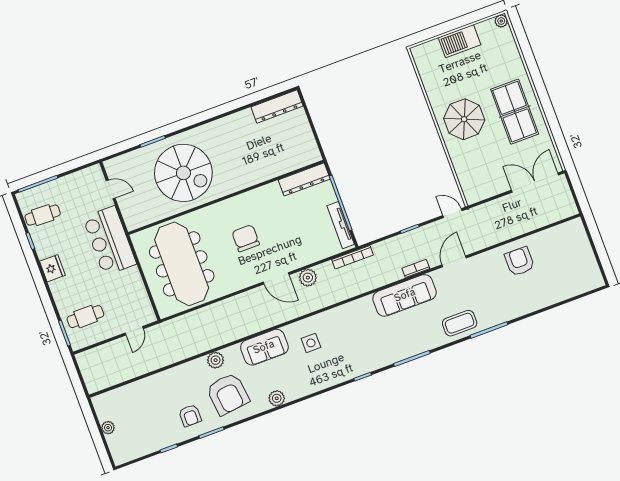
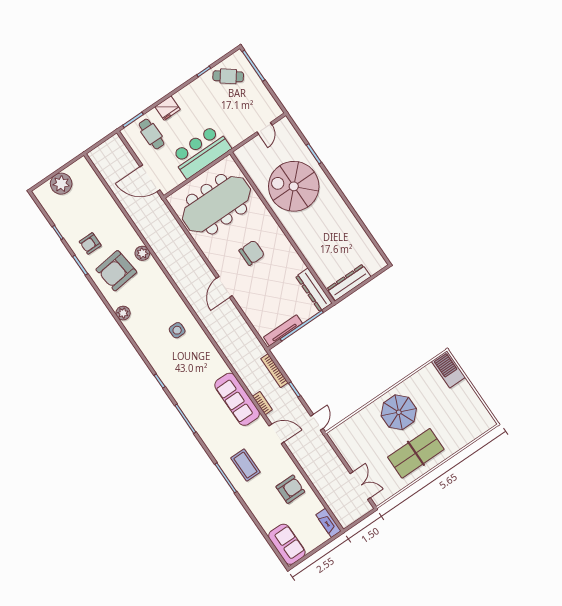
plant: (501, 21) -> (490, 423), removed
barbecue: (460, 41) -> (448, 369), moved
dresser: (277, 106) -> (349, 282), moved, turned 90
spiral stairs: (183, 173) -> (294, 186), turned 90
double door: (535, 183) -> (360, 486), width x0.73
cafe table: (43, 215) -> (228, 76), turned -55
fireplace: (568, 228) -> (328, 523), added
bar counter: (109, 241) -> (201, 152), moved
bookcase: (352, 257) -> (274, 371), moved
fridge: (52, 268) -> (168, 108), moved
plant: (308, 278) -> (232, 314), removed
coffee table: (460, 323) -> (245, 465), moved
door: (134, 331) -> (150, 178), width x1.88
sofa: (264, 347) -> (287, 544), moved, turned 180
plant: (108, 428) -> (61, 184), width x1.88, depth x1.88

